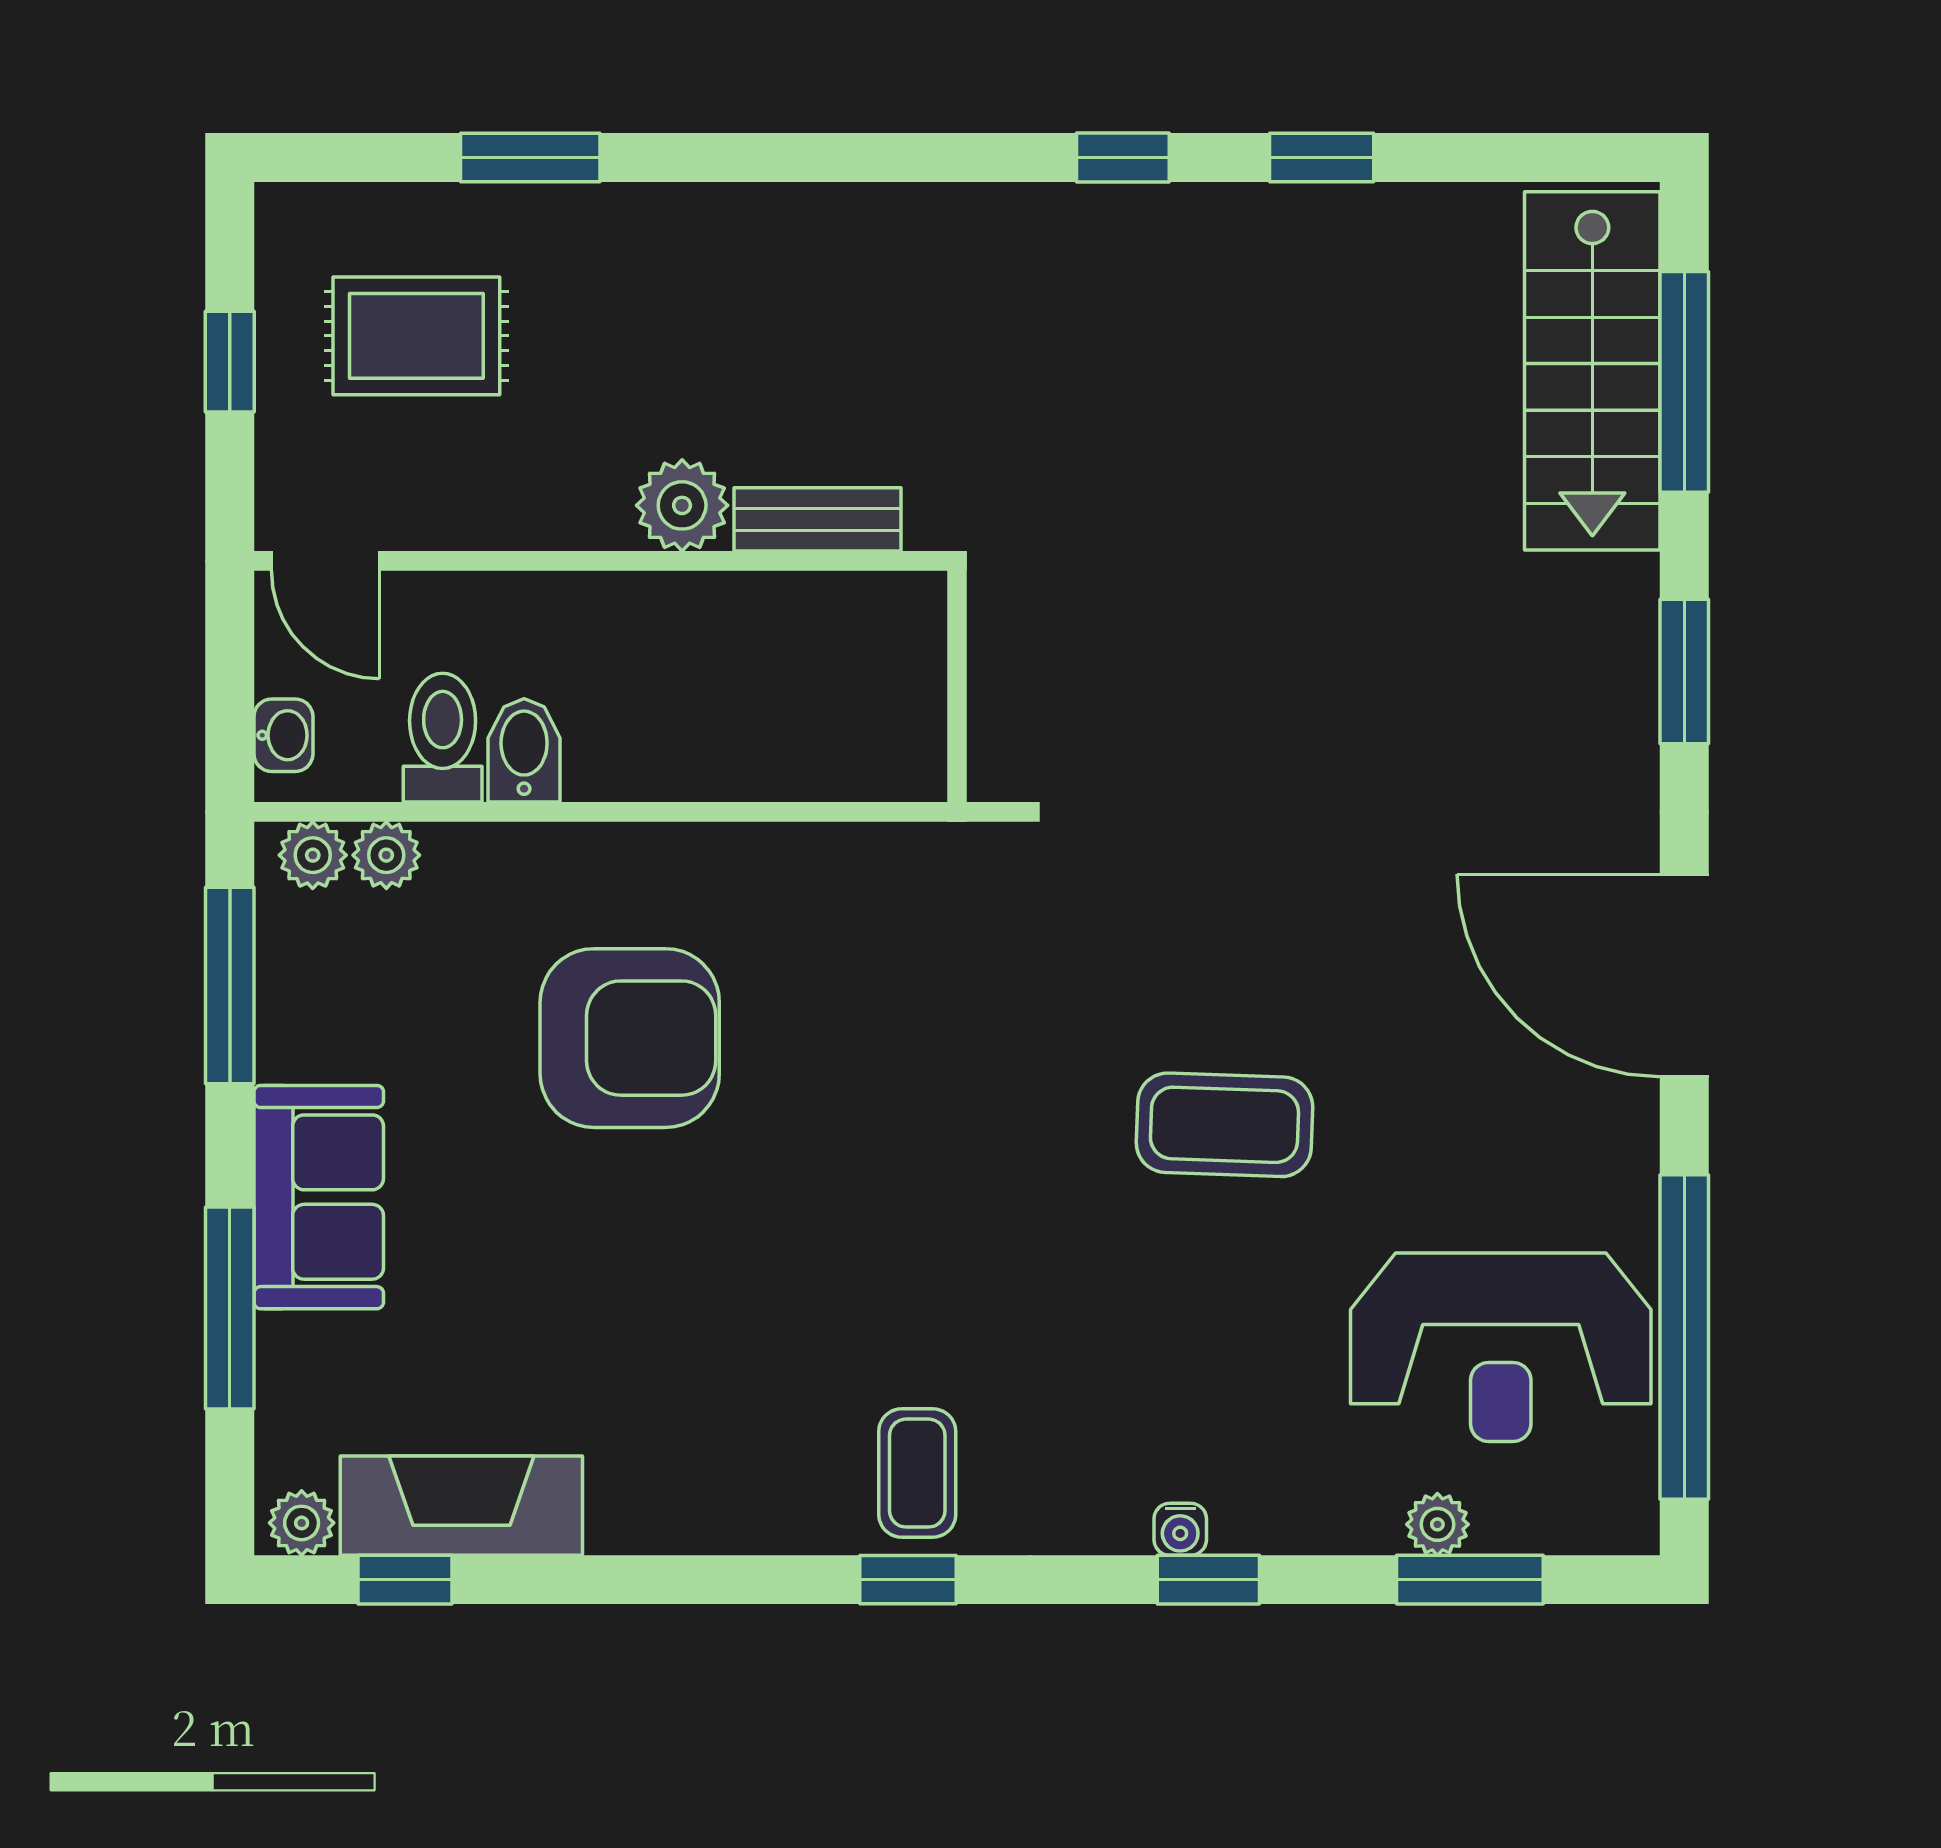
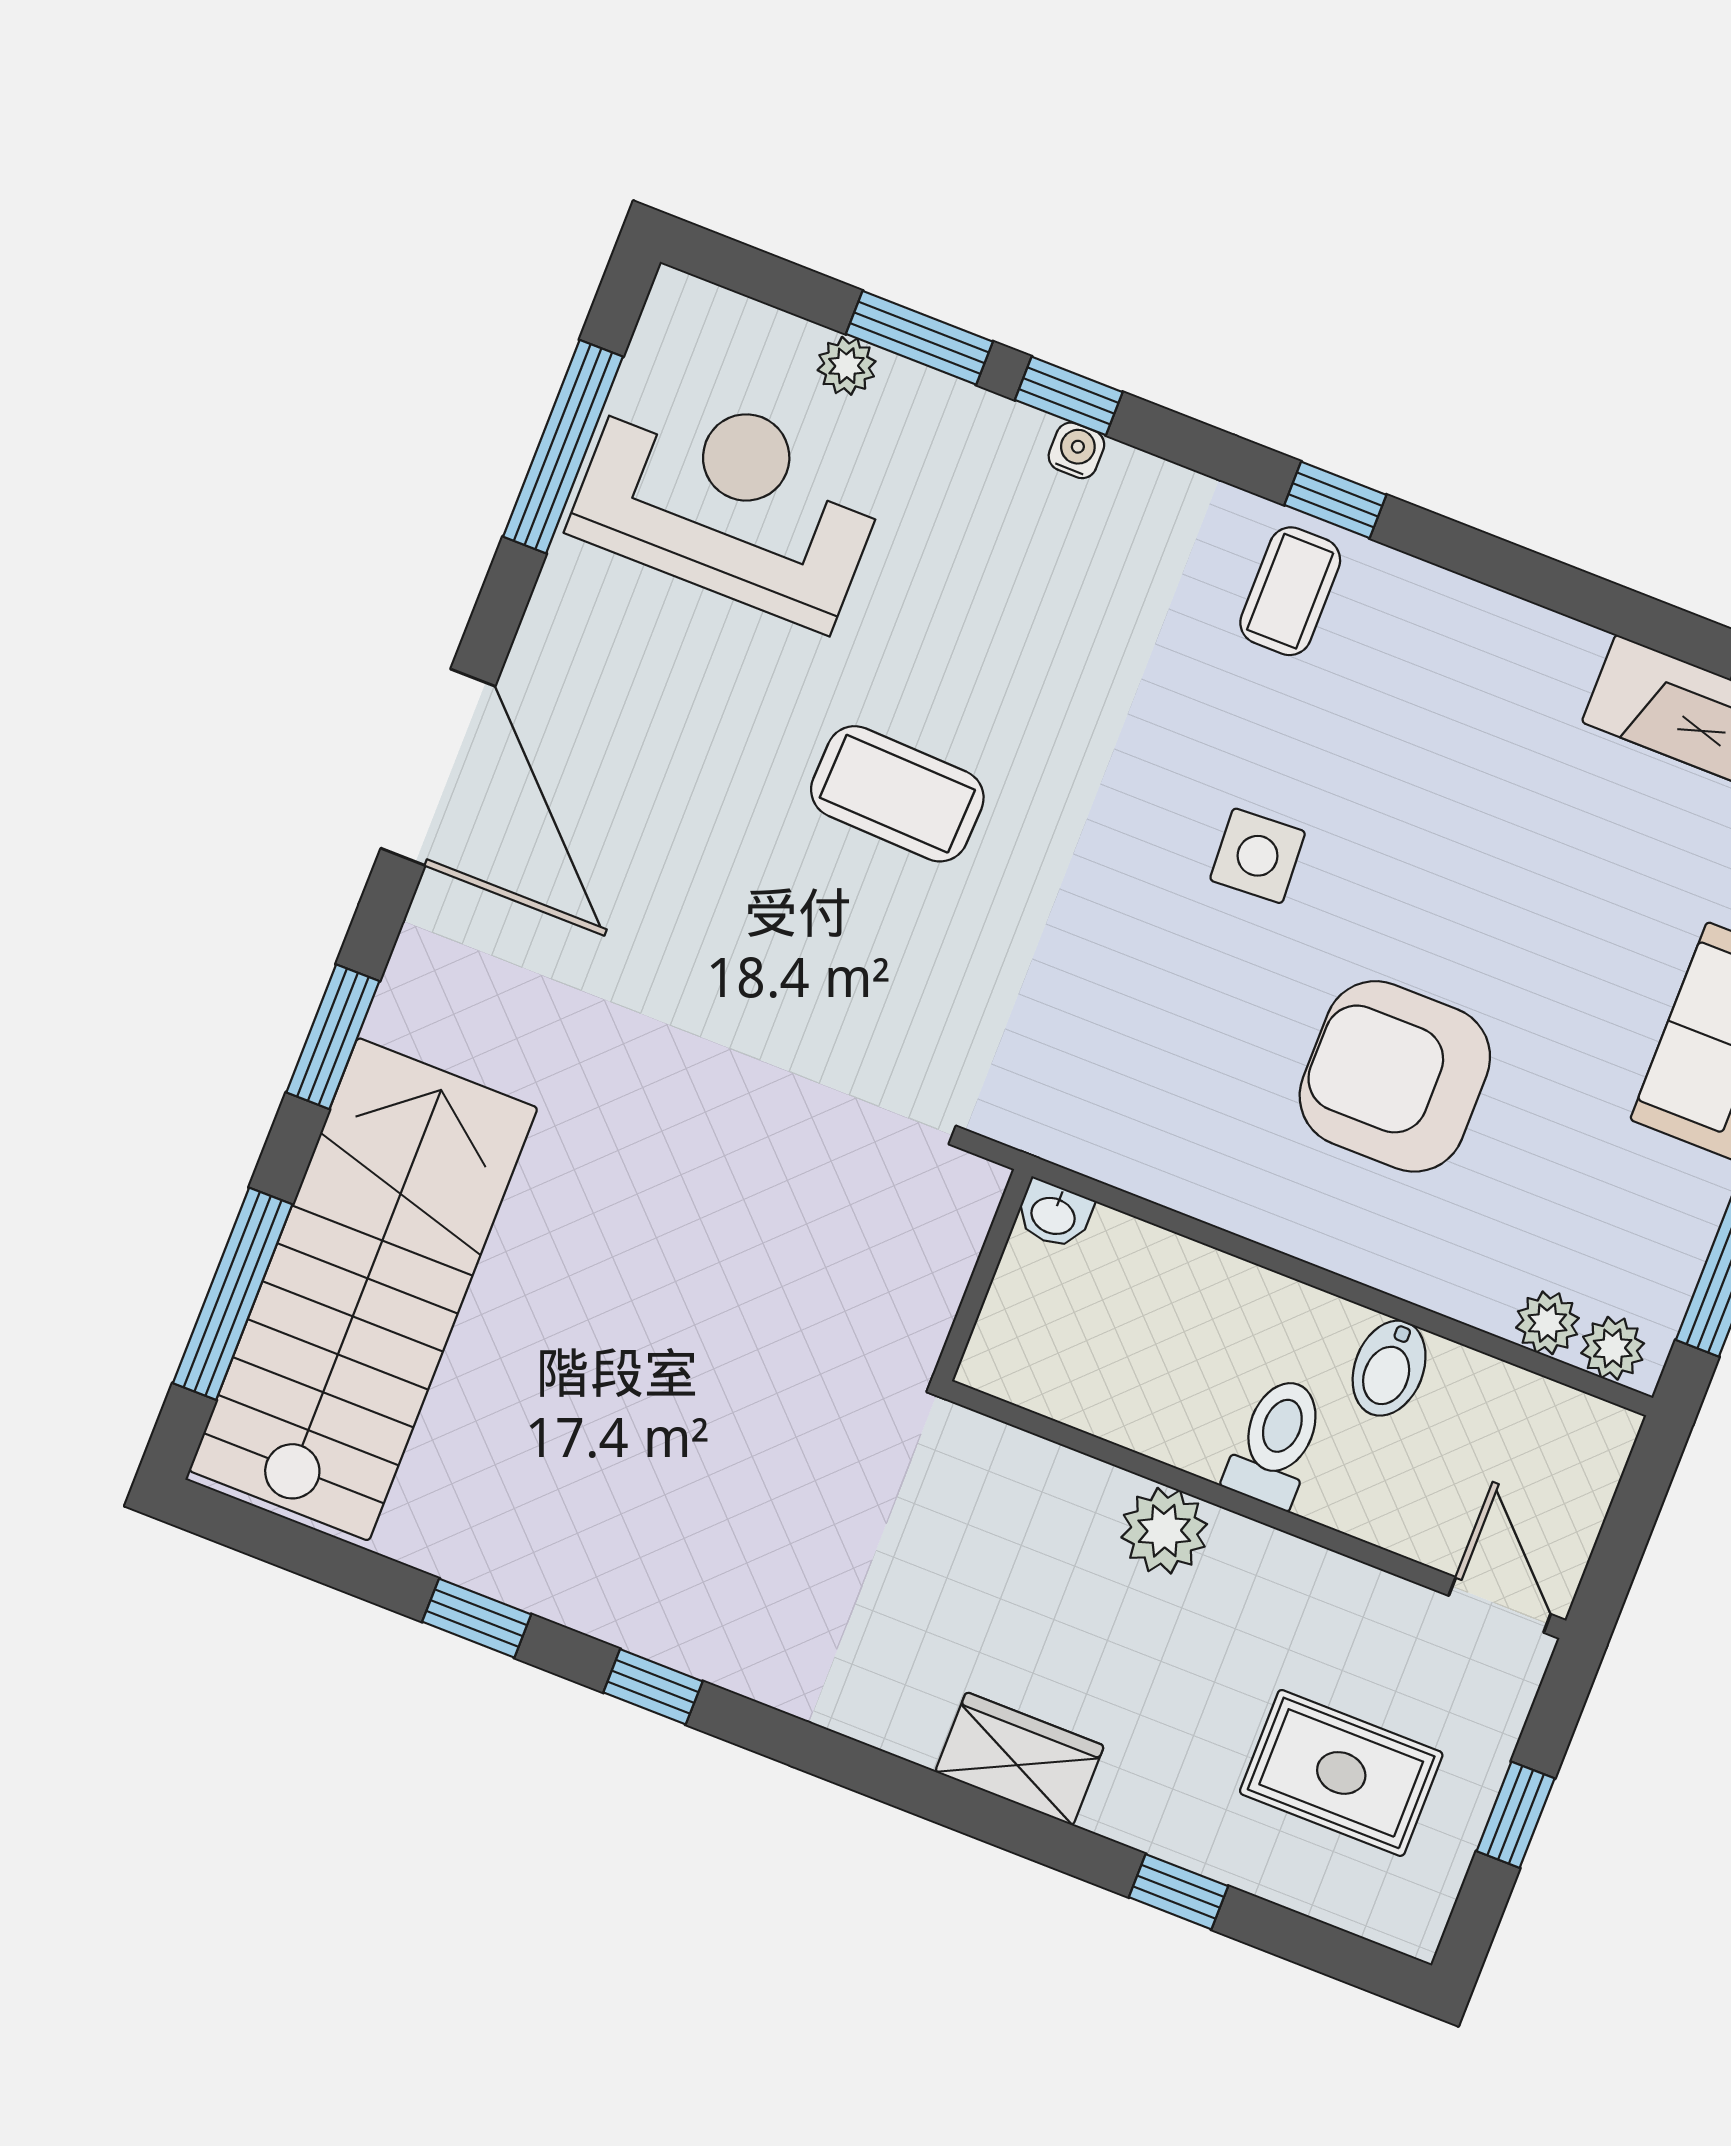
window: (530, 158) -> (1179, 1892), width x0.67
wardrobe: (737, 227) -> (1020, 1759), added
stairs: (1592, 371) -> (363, 1289), width x1.36, depth x1.51
bench: (818, 519) -> (1049, 1472), removed
washbasin: (283, 735) -> (1054, 1214), moved, turned -90
toilet: (443, 738) -> (1276, 1442), moved, turned 180
side table: (848, 1202) -> (1258, 856), added
window: (1684, 1337) -> (563, 447), width x0.68
window: (1470, 1580) -> (919, 338), moved

